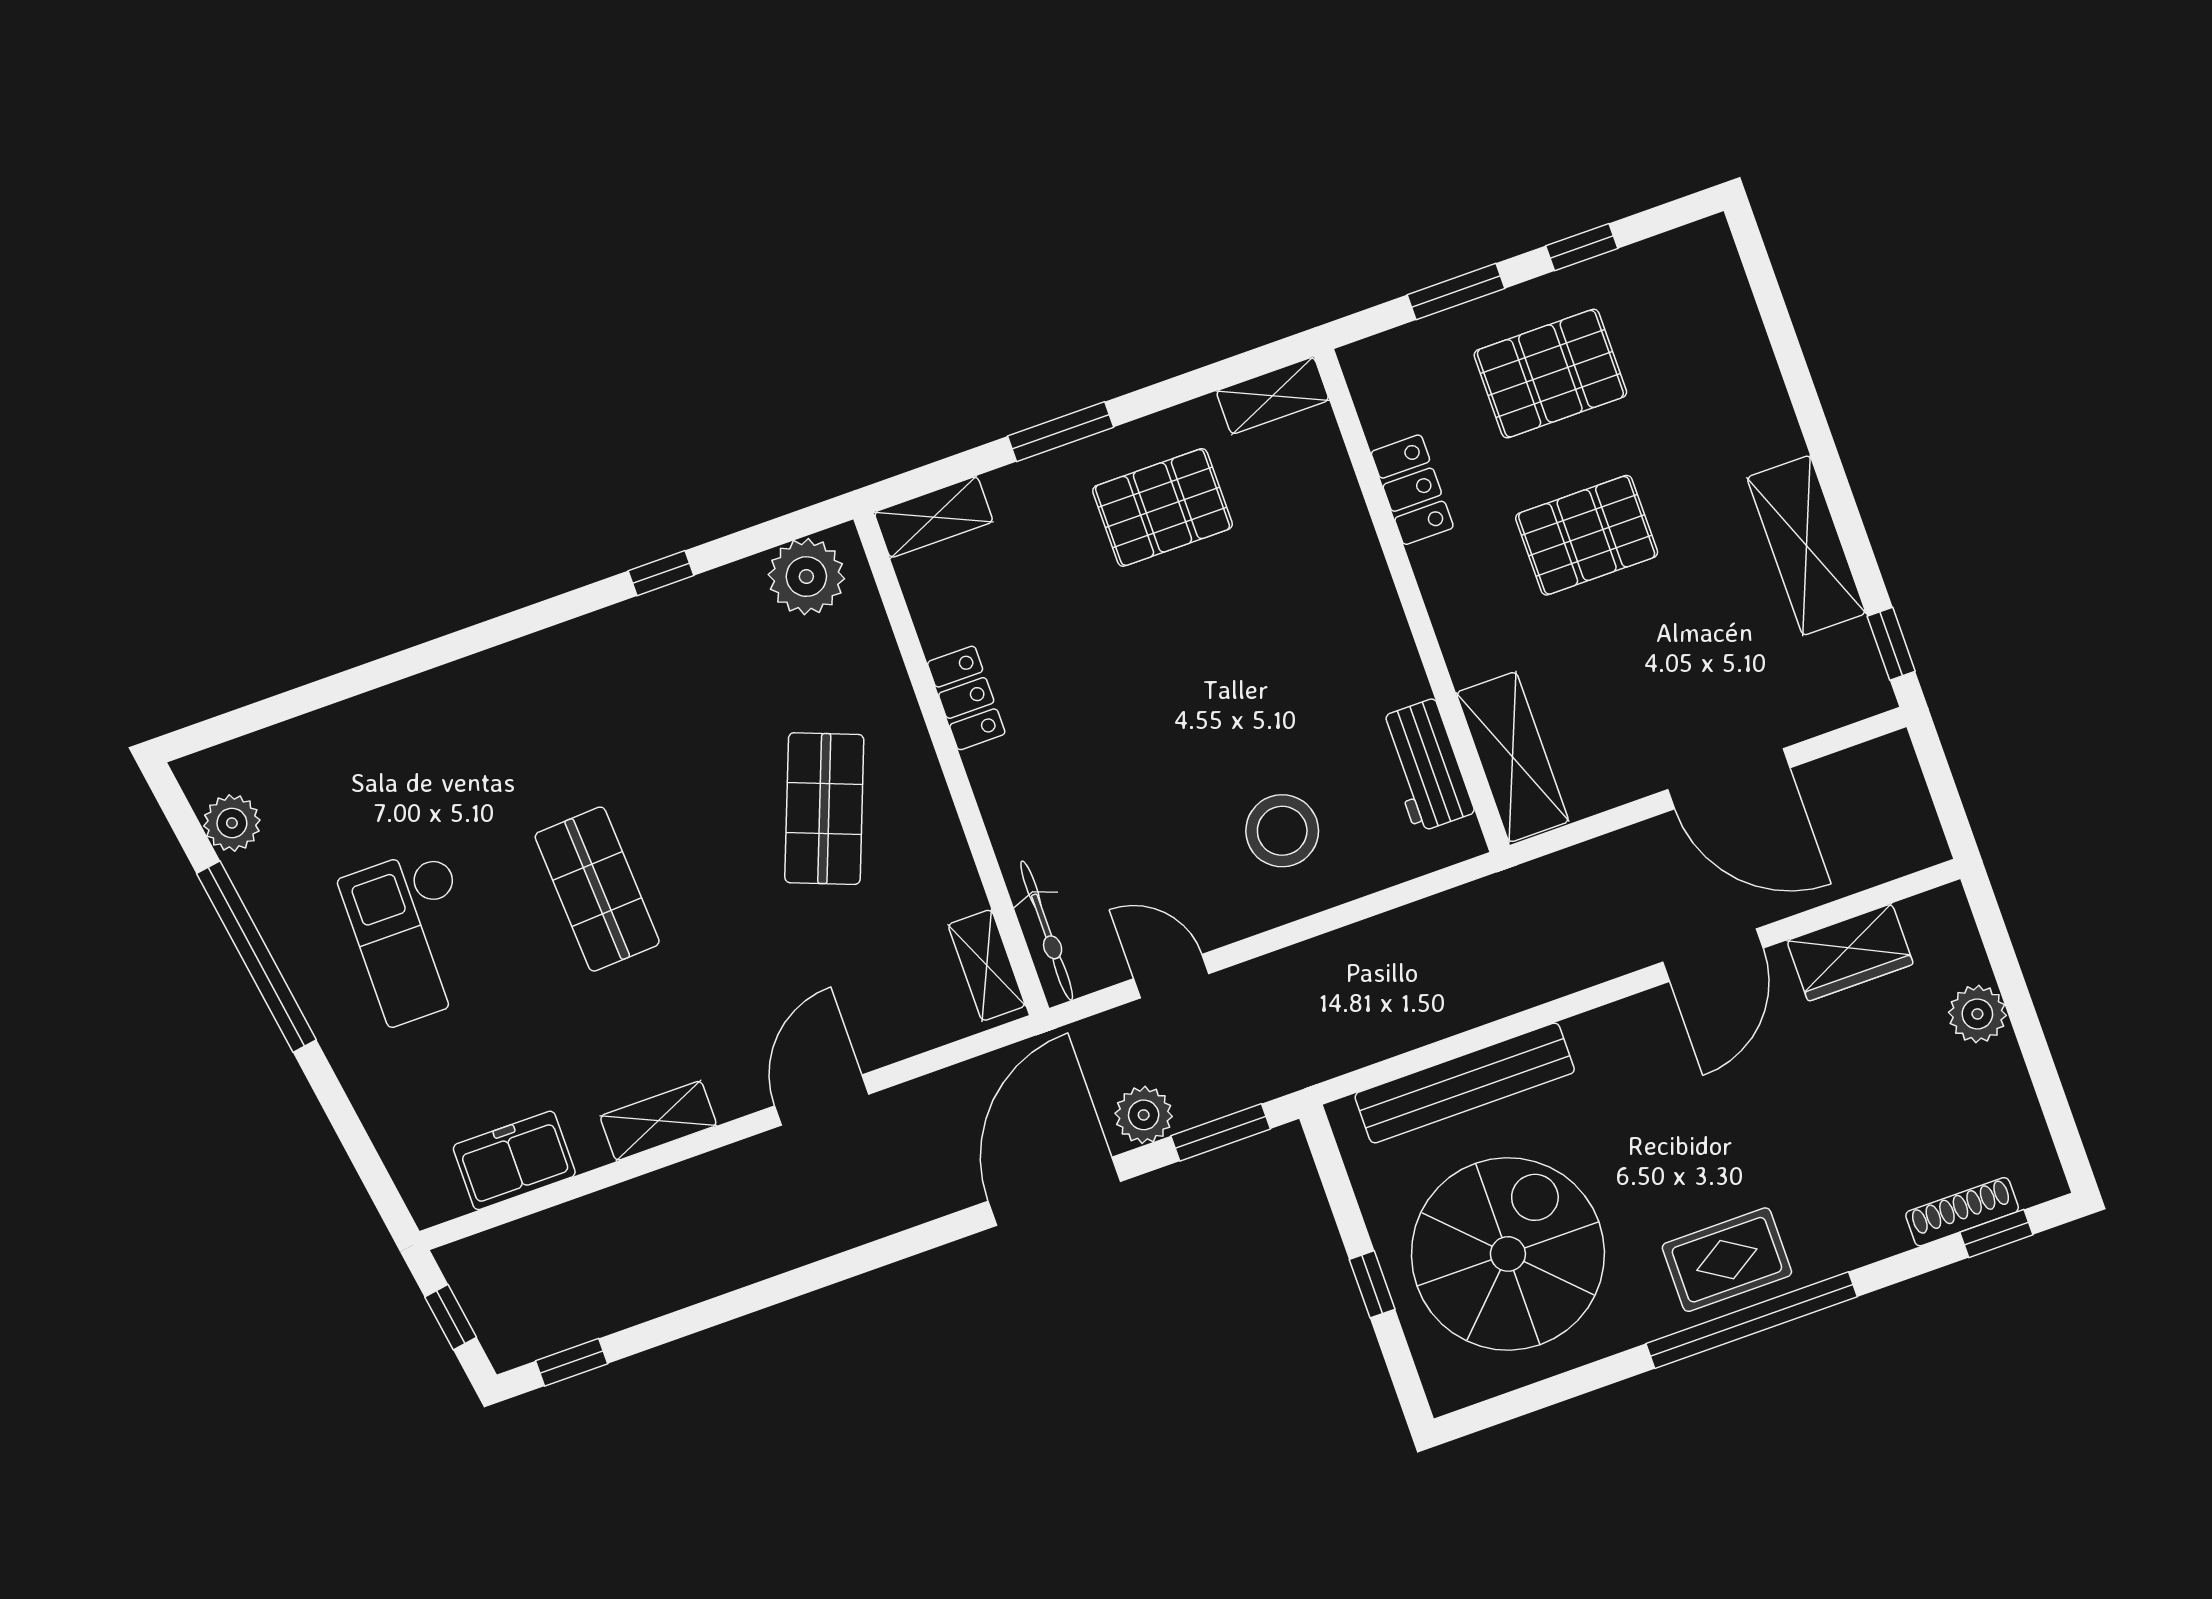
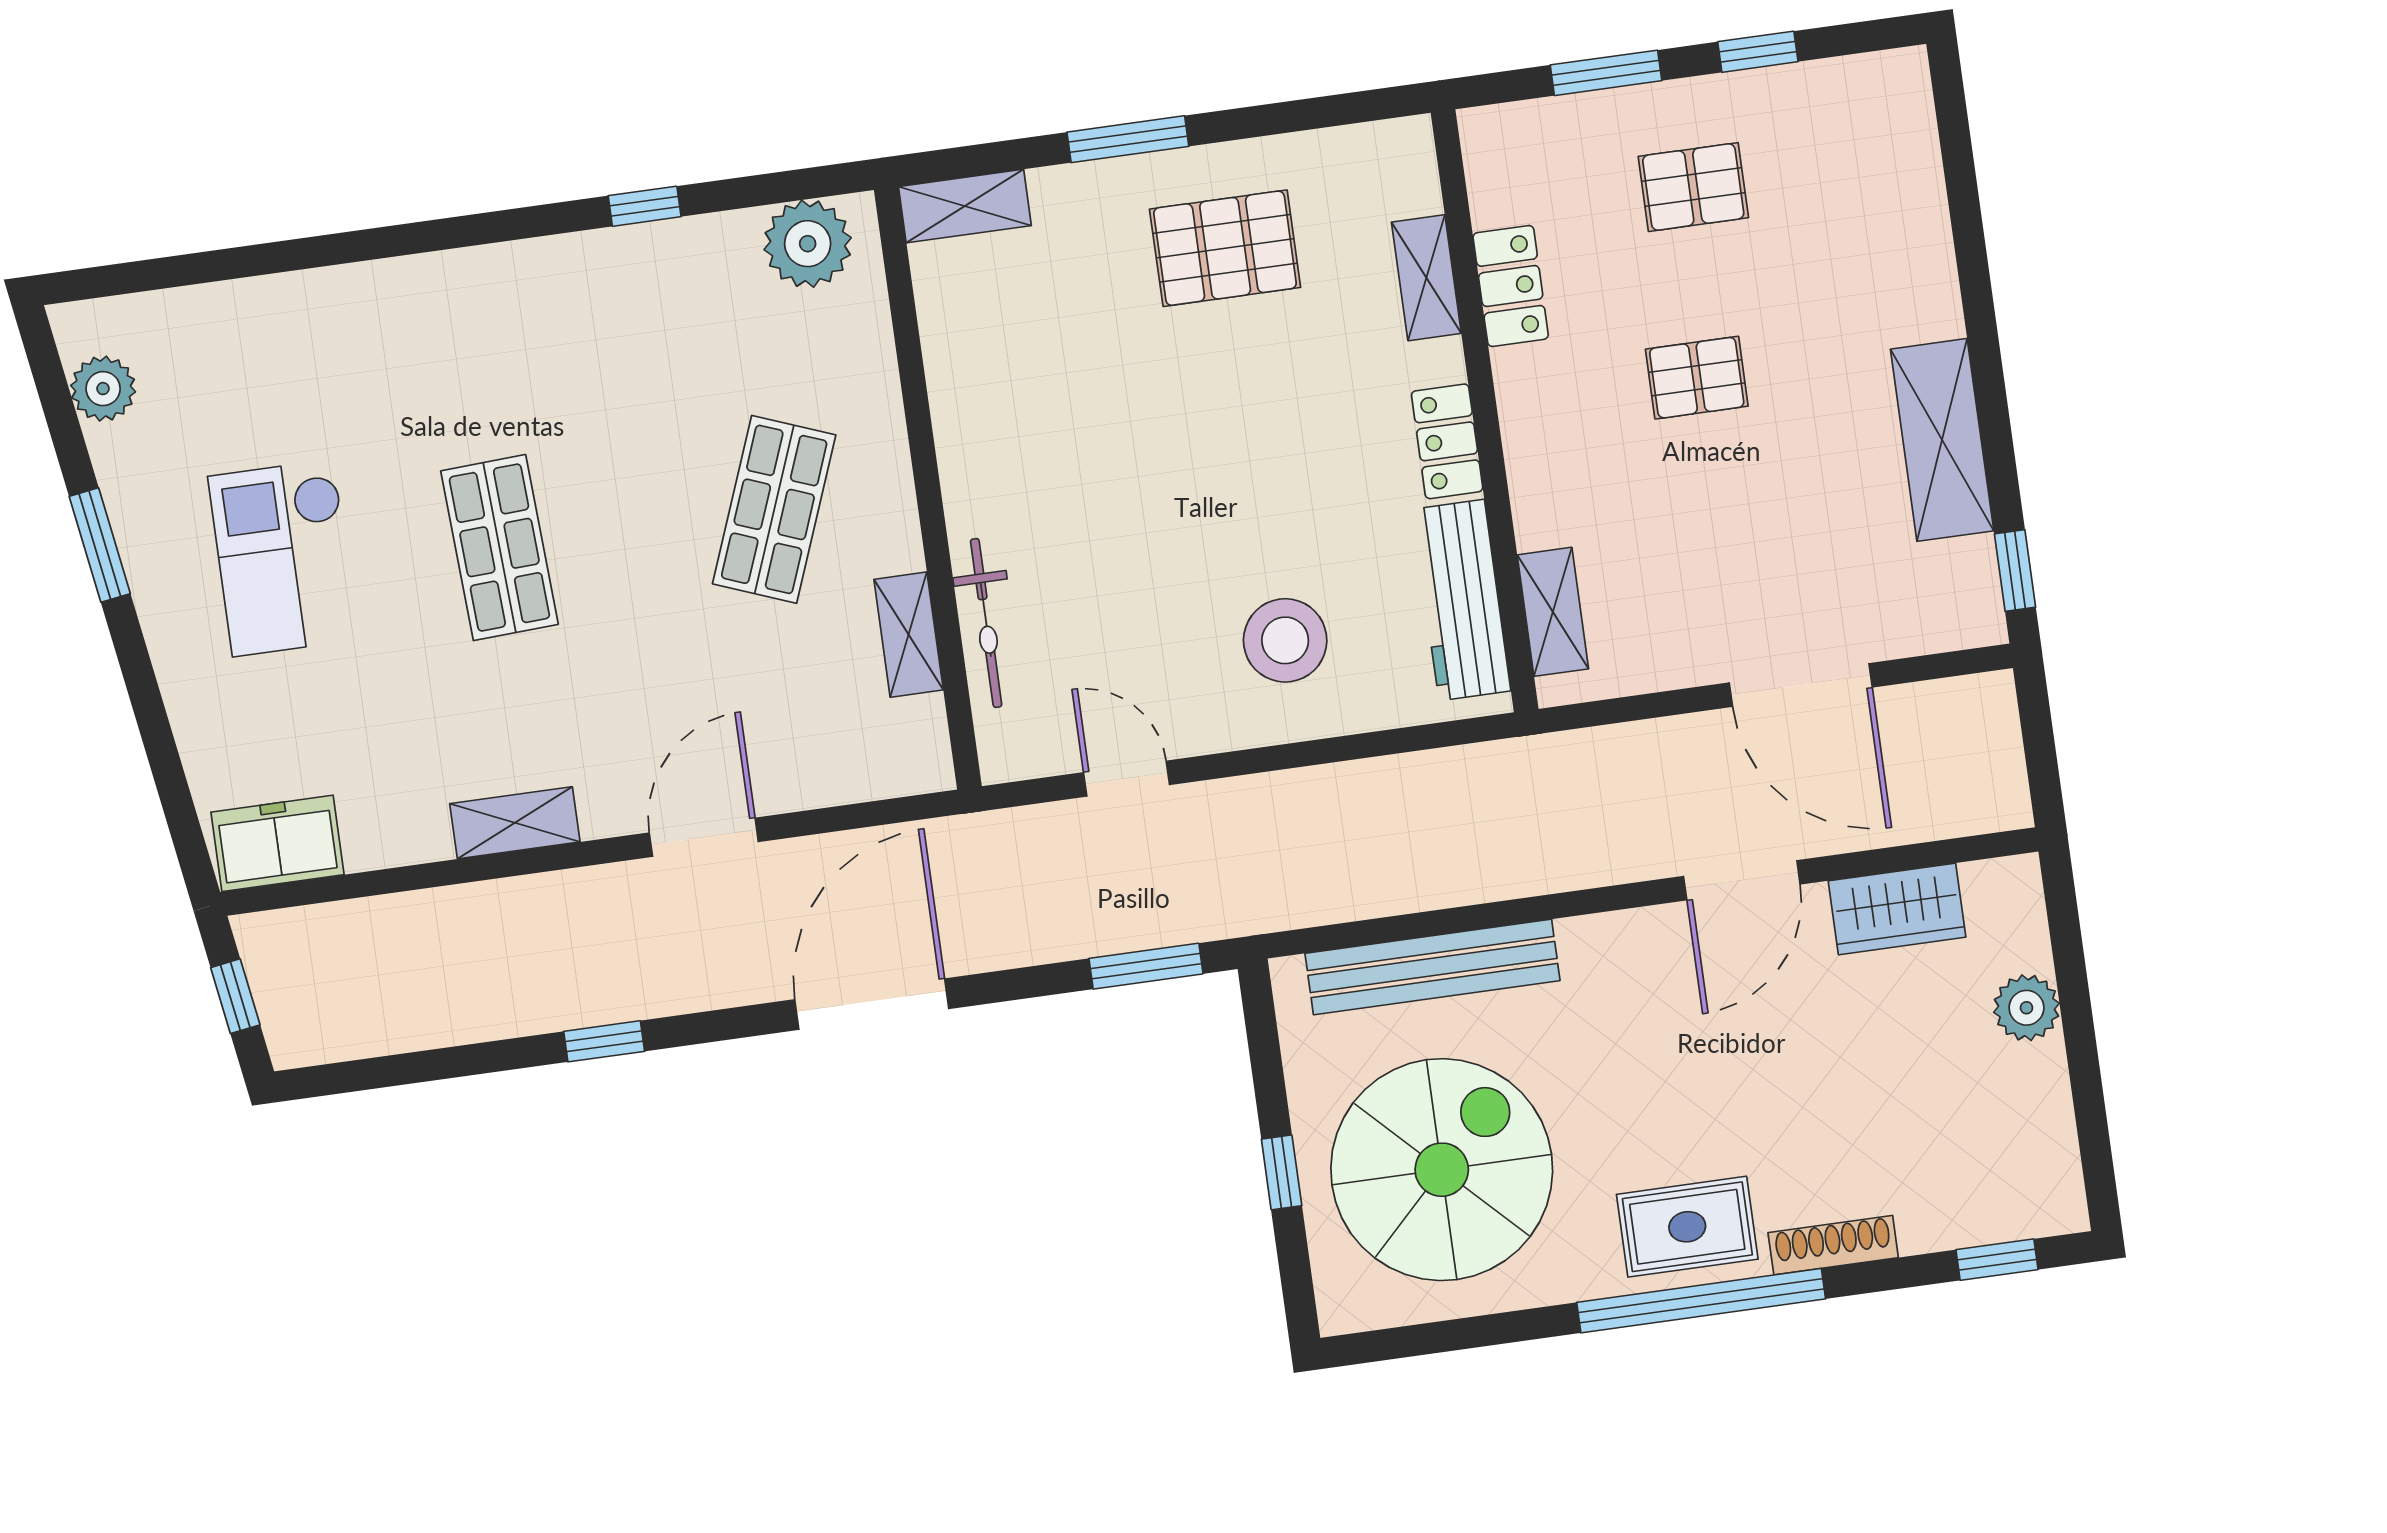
pallet: (1550, 374) -> (1693, 187), width x0.67, depth x0.71
shelving: (1273, 396) -> (1426, 278), moved, turned 90
pallet: (1587, 535) -> (1697, 378), width x0.67, depth x0.71
locker: (966, 698) -> (1447, 441), moved, turned 180
shelving: (1513, 757) -> (1553, 612), width x0.67, depth x0.75
workbench: (1425, 766) -> (1462, 600), width x1.38
bicycle: (1047, 931) -> (986, 623), moved
window: (256, 957) -> (100, 545), width x0.47
shelving: (987, 965) -> (909, 635), moved
plant: (1144, 1115) -> (1063, 929), removed
freezer: (514, 1160) -> (278, 843), moved
door: (1054, 1191) -> (872, 1004), moved
shoe rack: (1962, 1212) -> (1833, 1245), moved
window: (572, 1362) -> (604, 1041), moved

